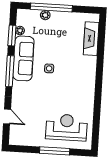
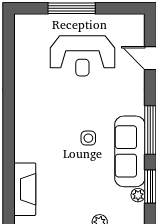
reception desk: (66, 127) -> (82, 56), moved

